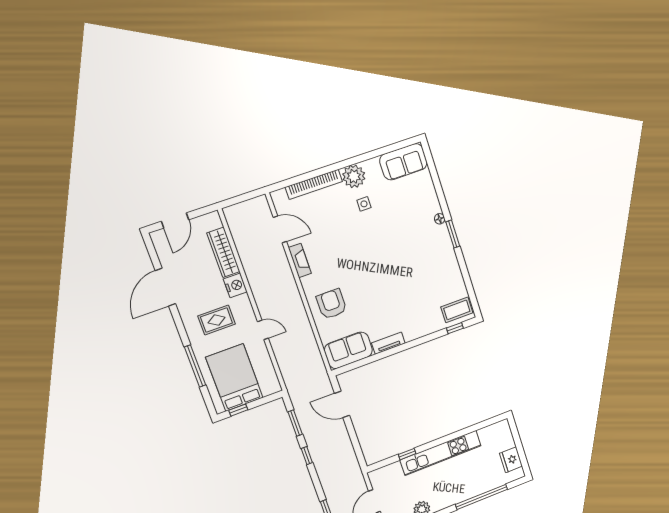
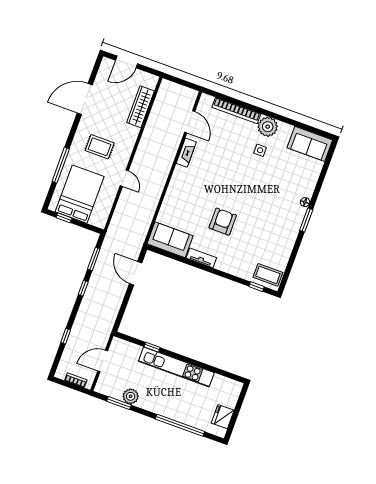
nightstand: (235, 285) -> (130, 134), removed
armchair: (332, 304) -> (223, 222), moved

